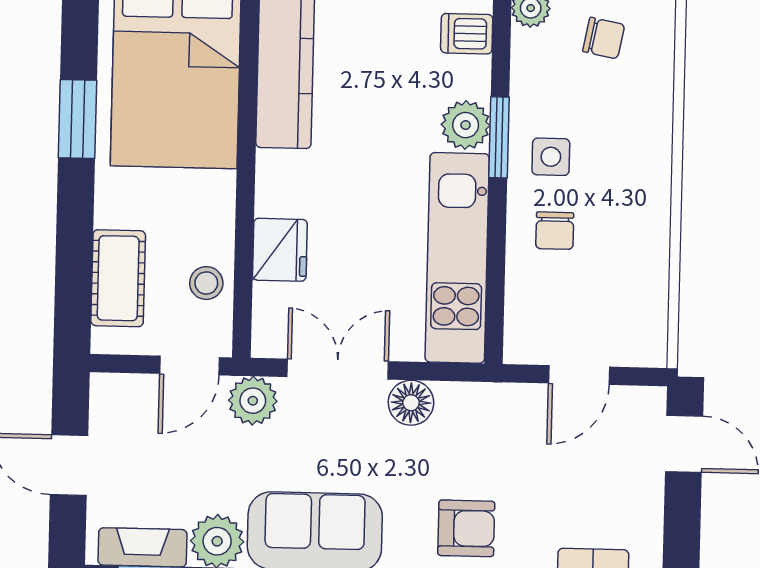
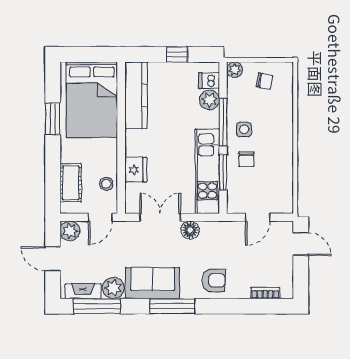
plant: (466, 125) -> (209, 100), moved
window: (499, 137) -> (223, 122), width x1.44
window: (496, 262) -> (223, 172), added
plant: (253, 401) -> (70, 231), moved

